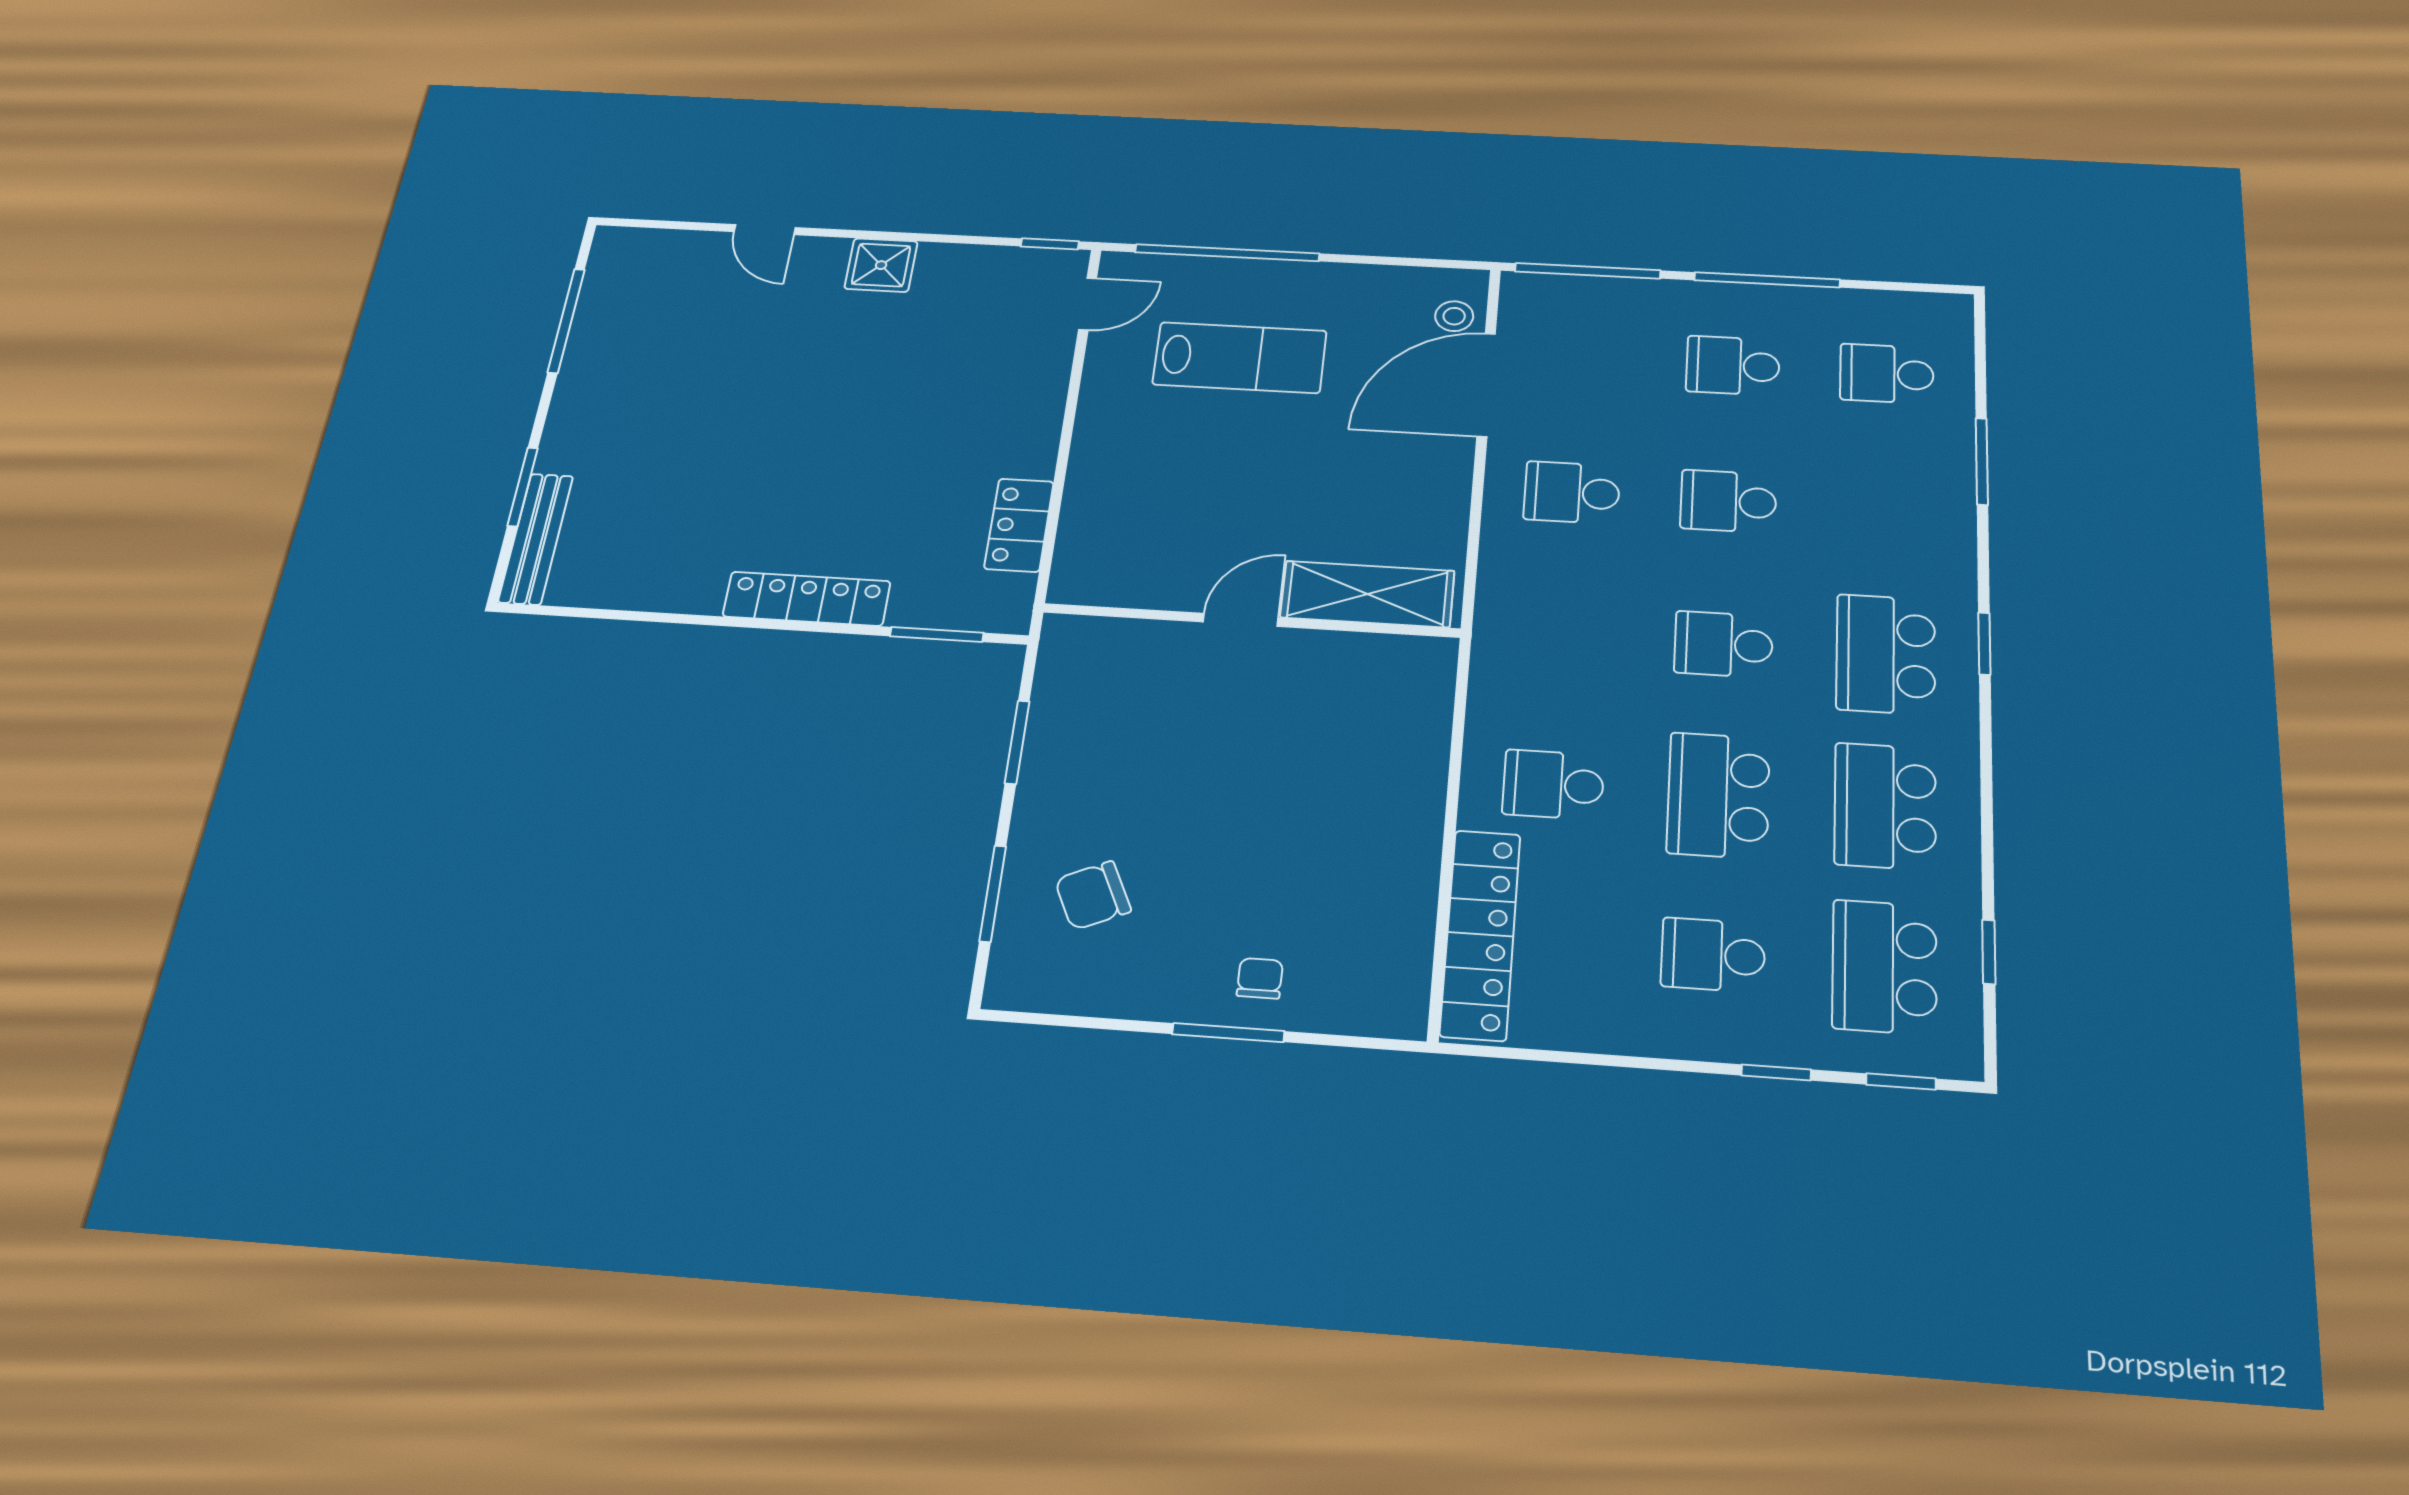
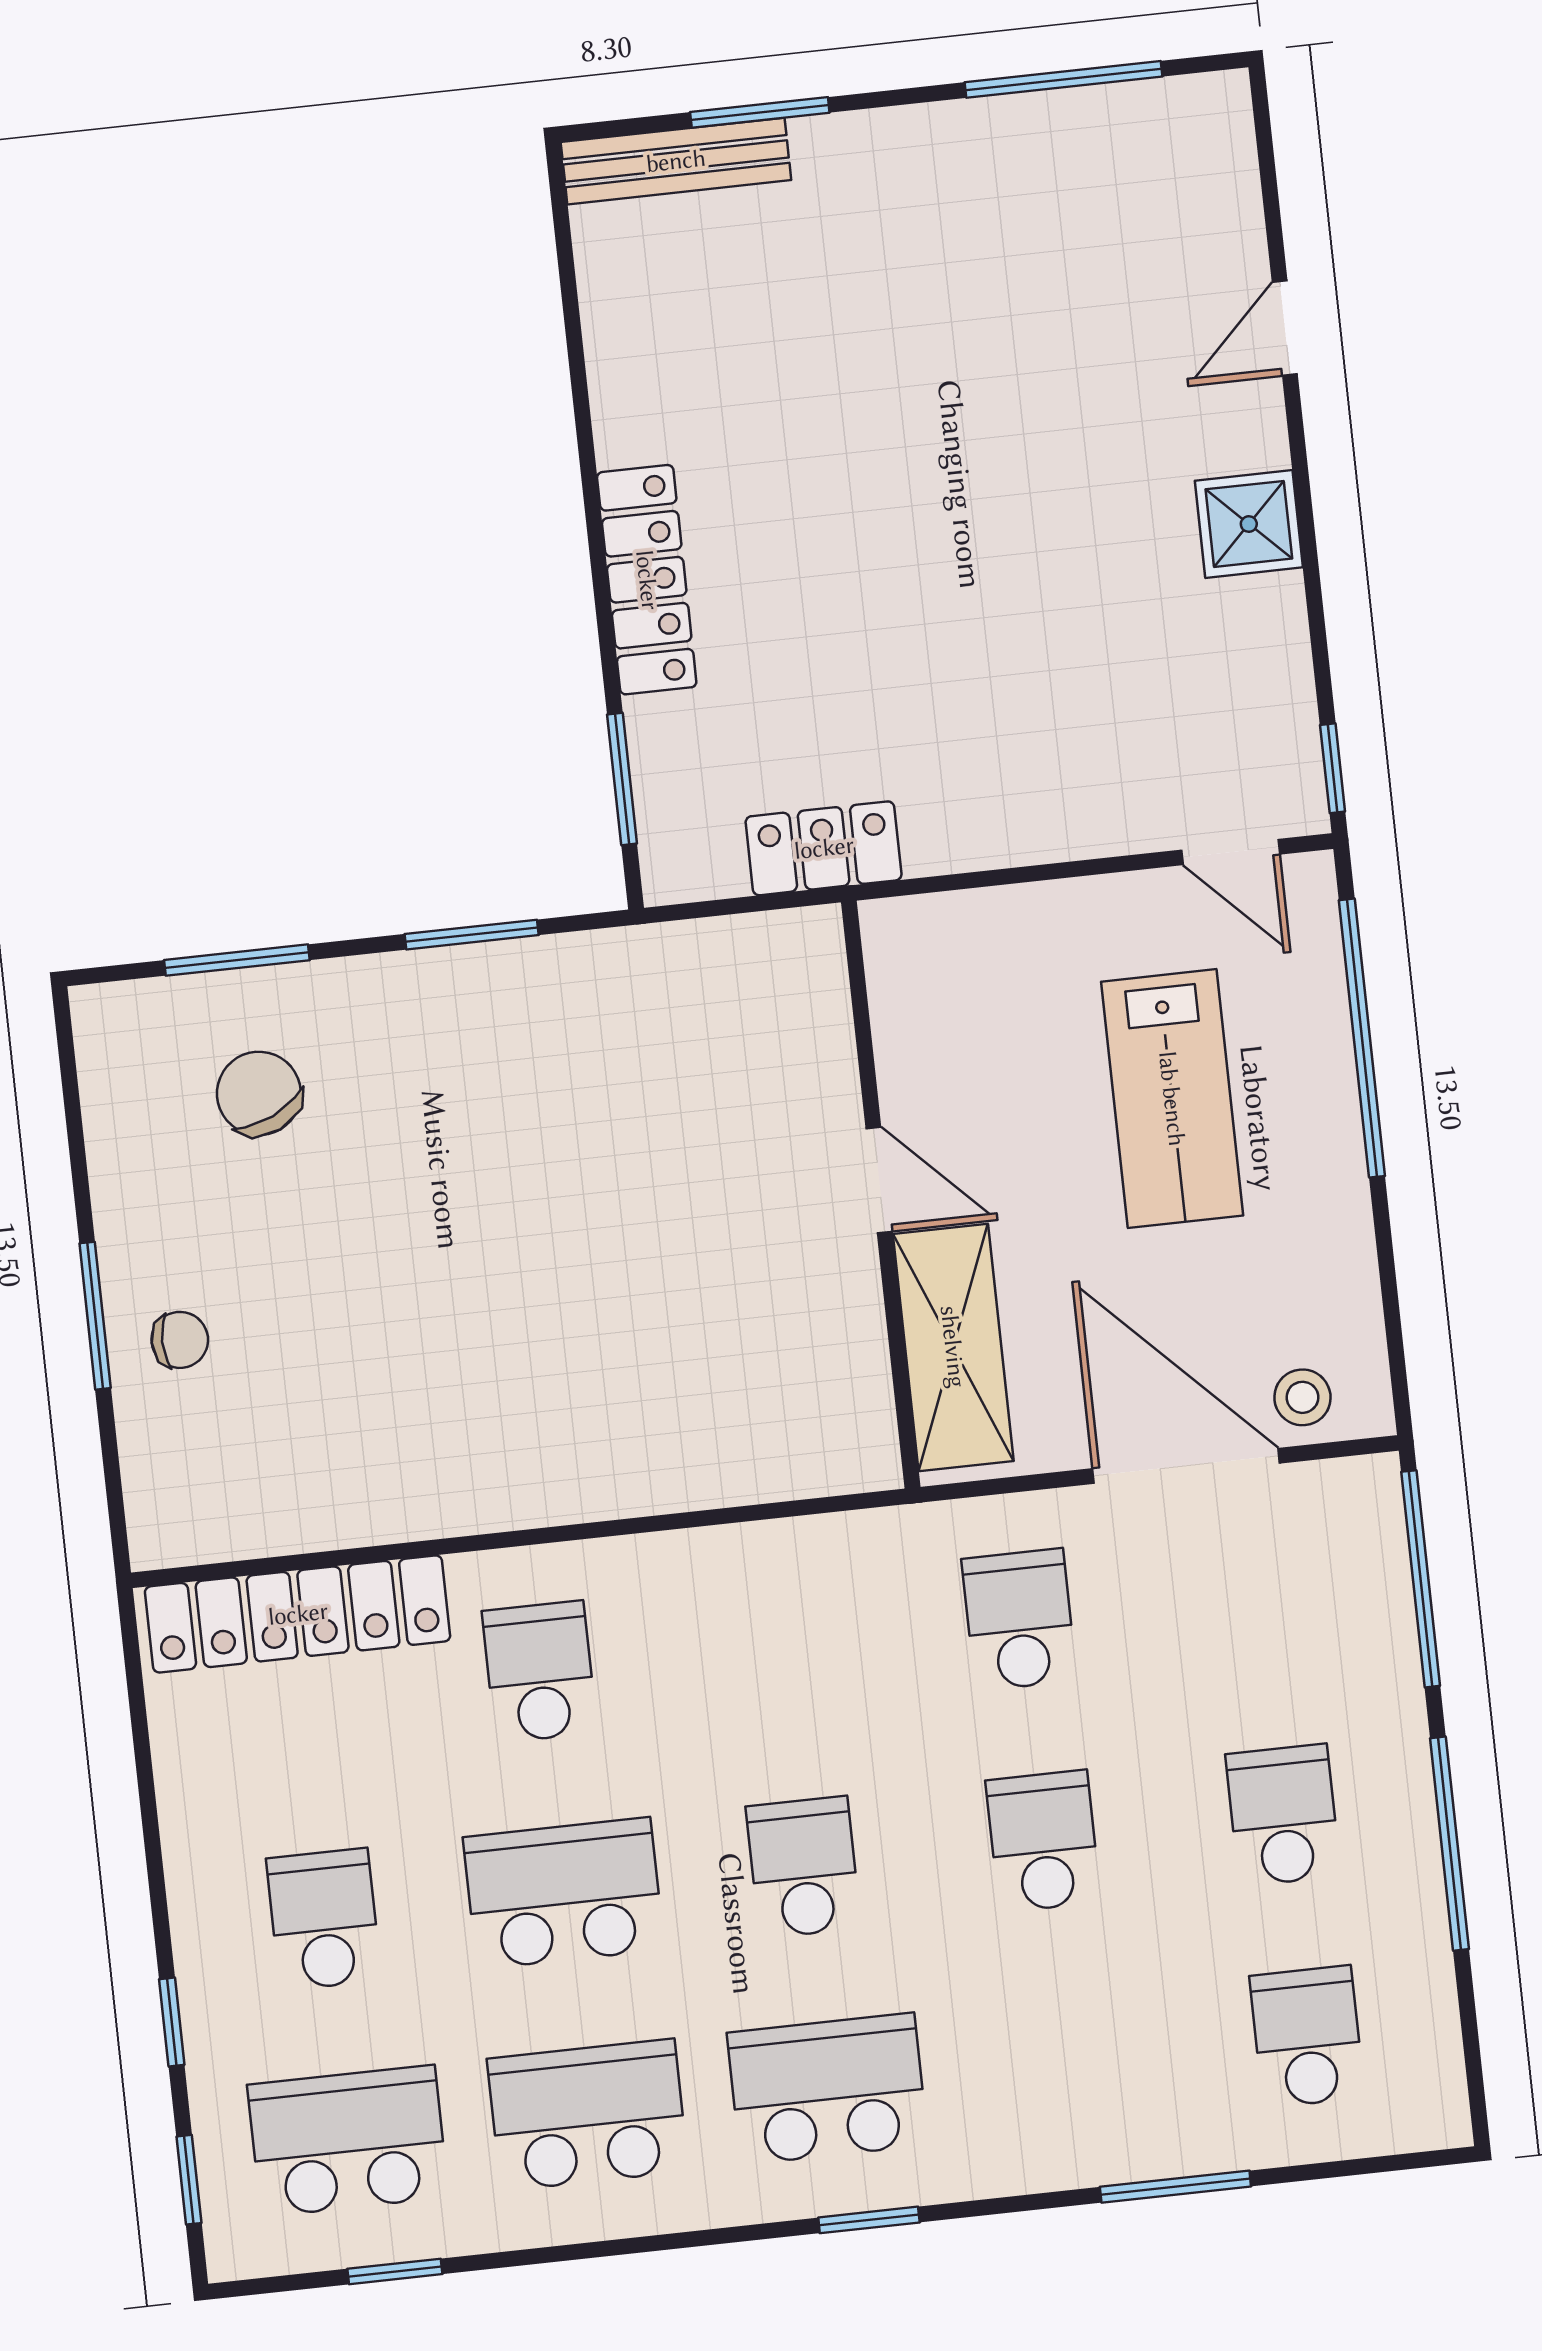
shelving: (1367, 594) -> (953, 1347), moved
door: (1241, 620) -> (879, 1180), moved
wall: (1251, 620) -> (881, 1195), moved

